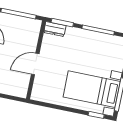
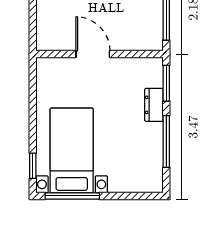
dresser: (55, 29) -> (154, 105), moved

